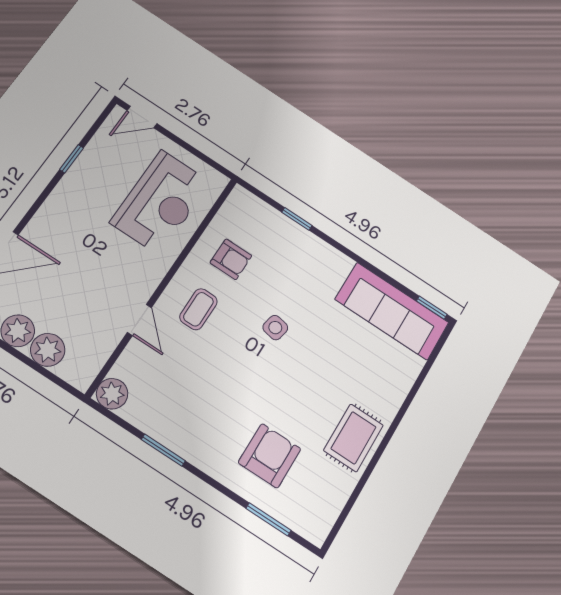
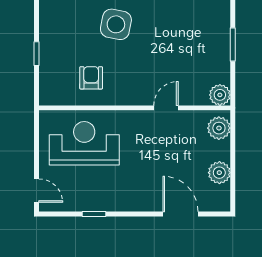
coffee table: (198, 309) -> (136, 77), removed
side table: (275, 328) -> (116, 24), width x1.87, depth x1.87
plant: (48, 350) -> (219, 128), moved

